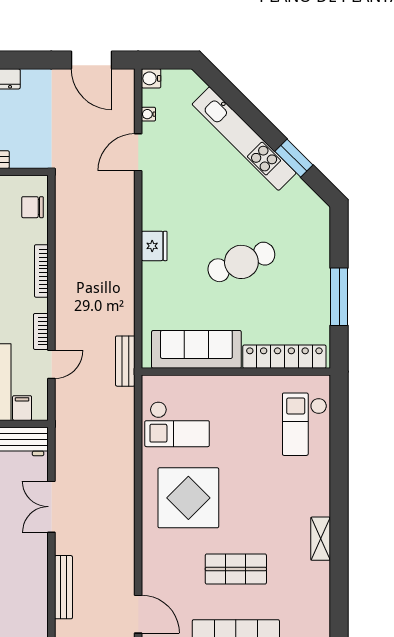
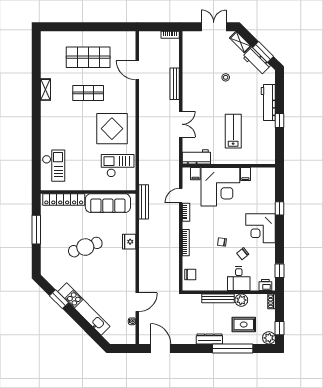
water cooler: (151, 78) -> (131, 339), removed
fridge: (154, 246) -> (129, 242), moved
bench: (125, 361) -> (144, 202), width x1.36
shelving: (321, 539) -> (46, 90), moved

